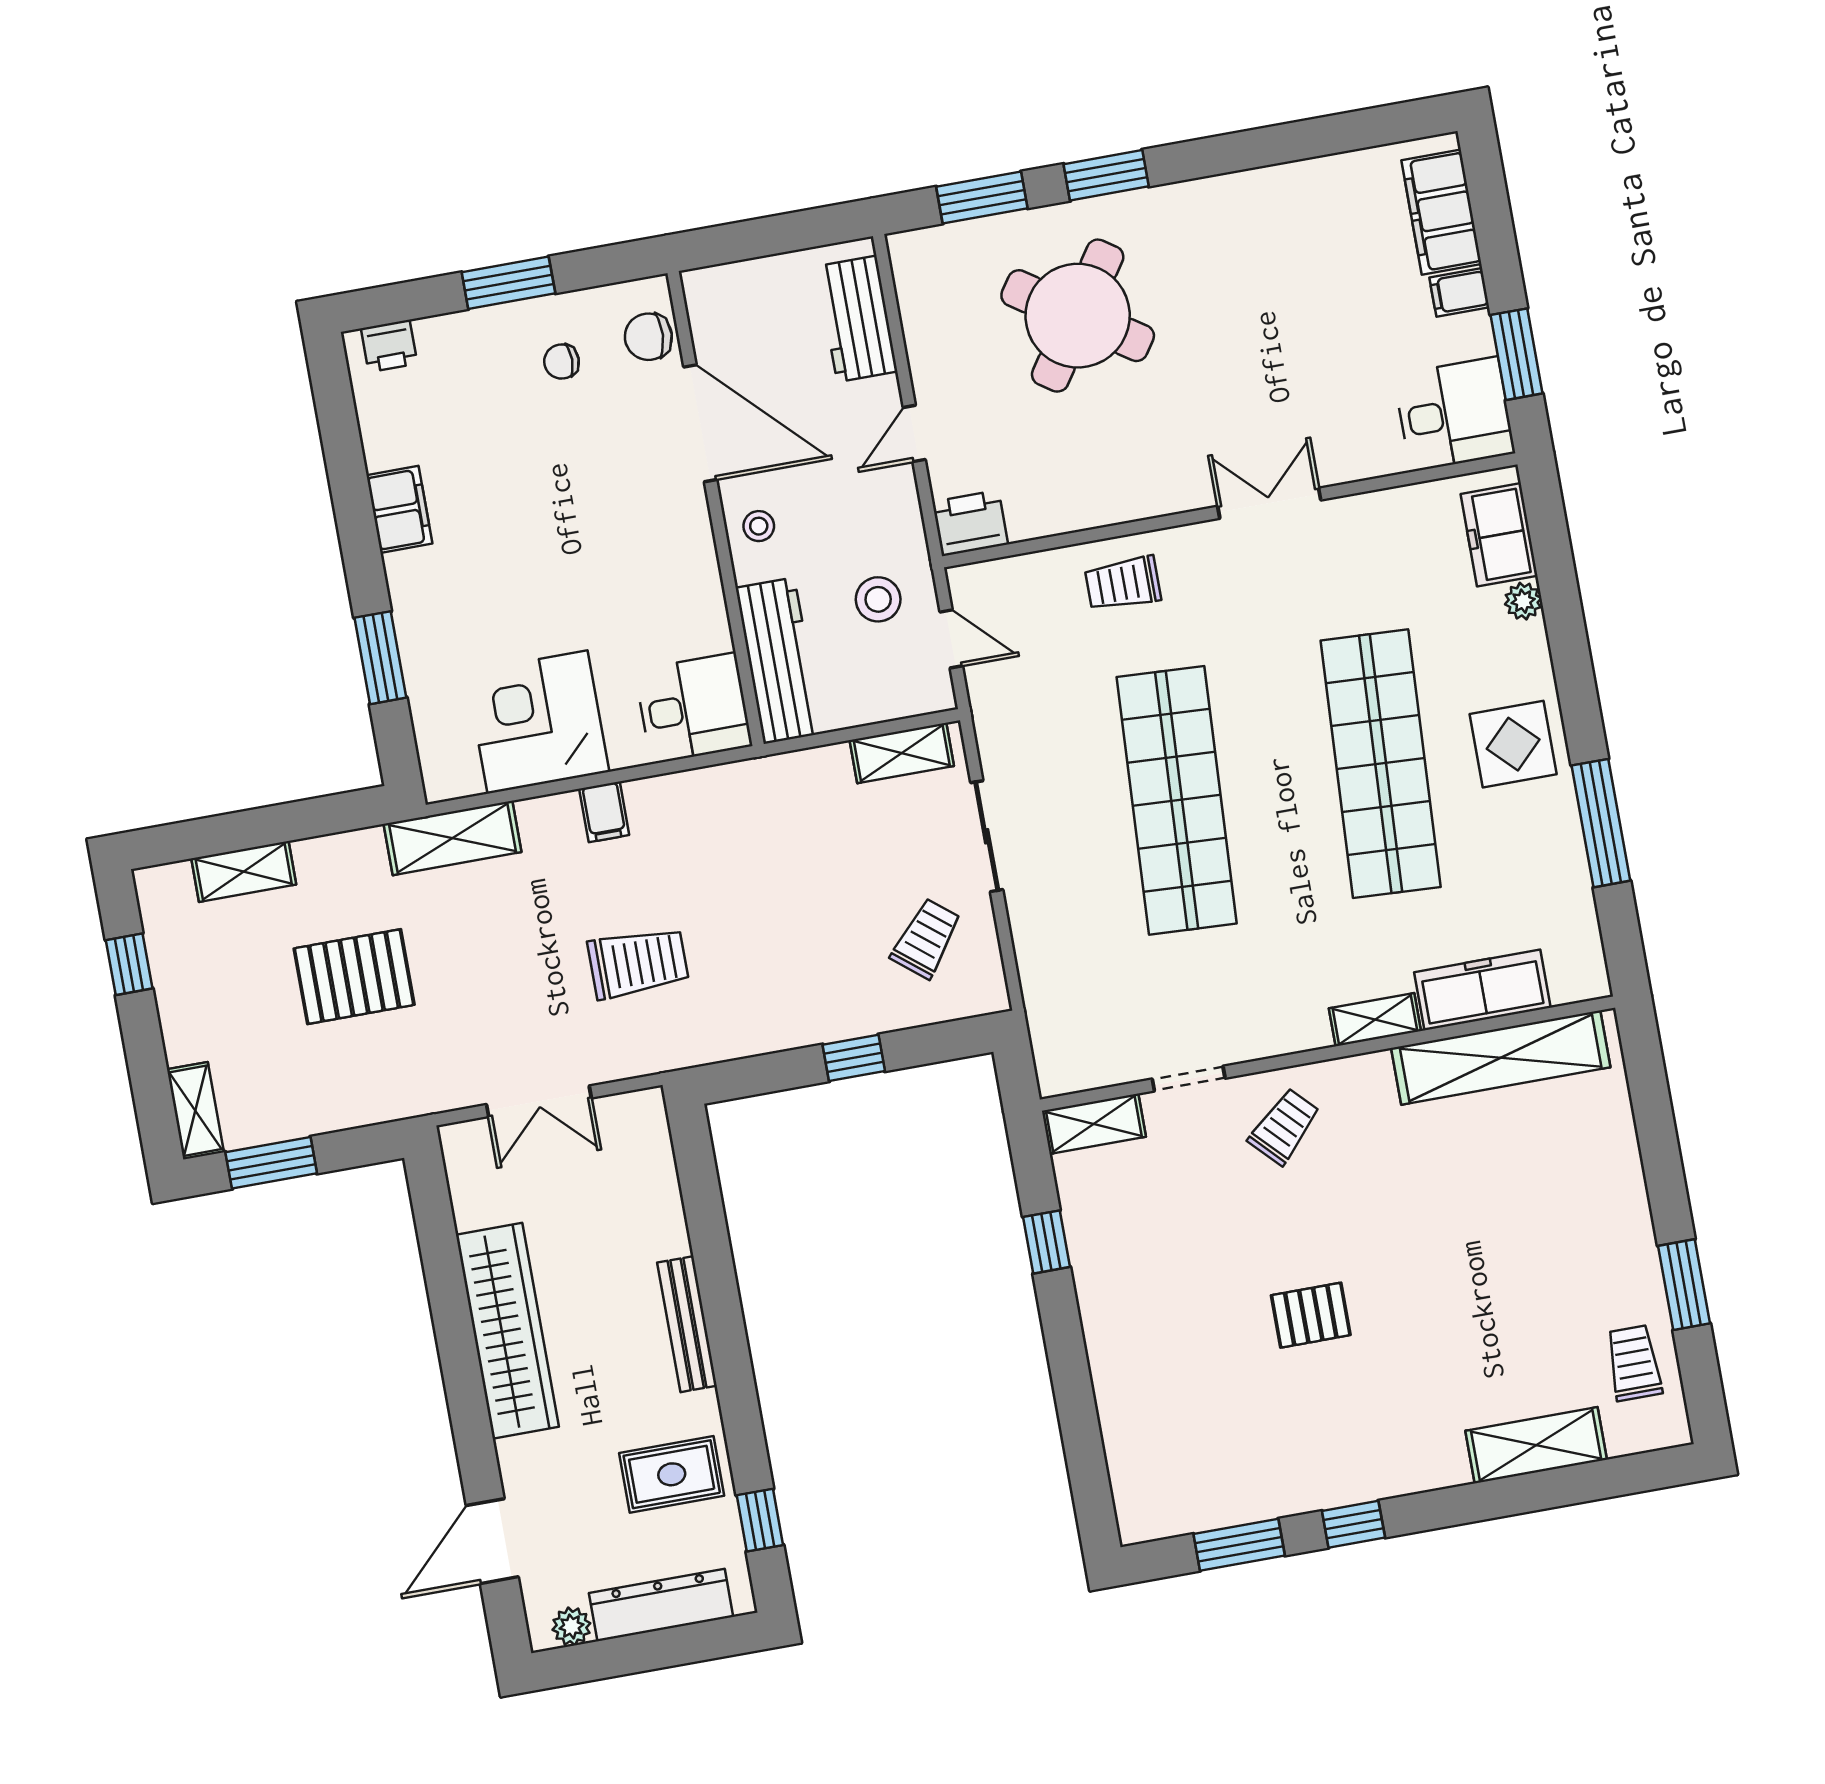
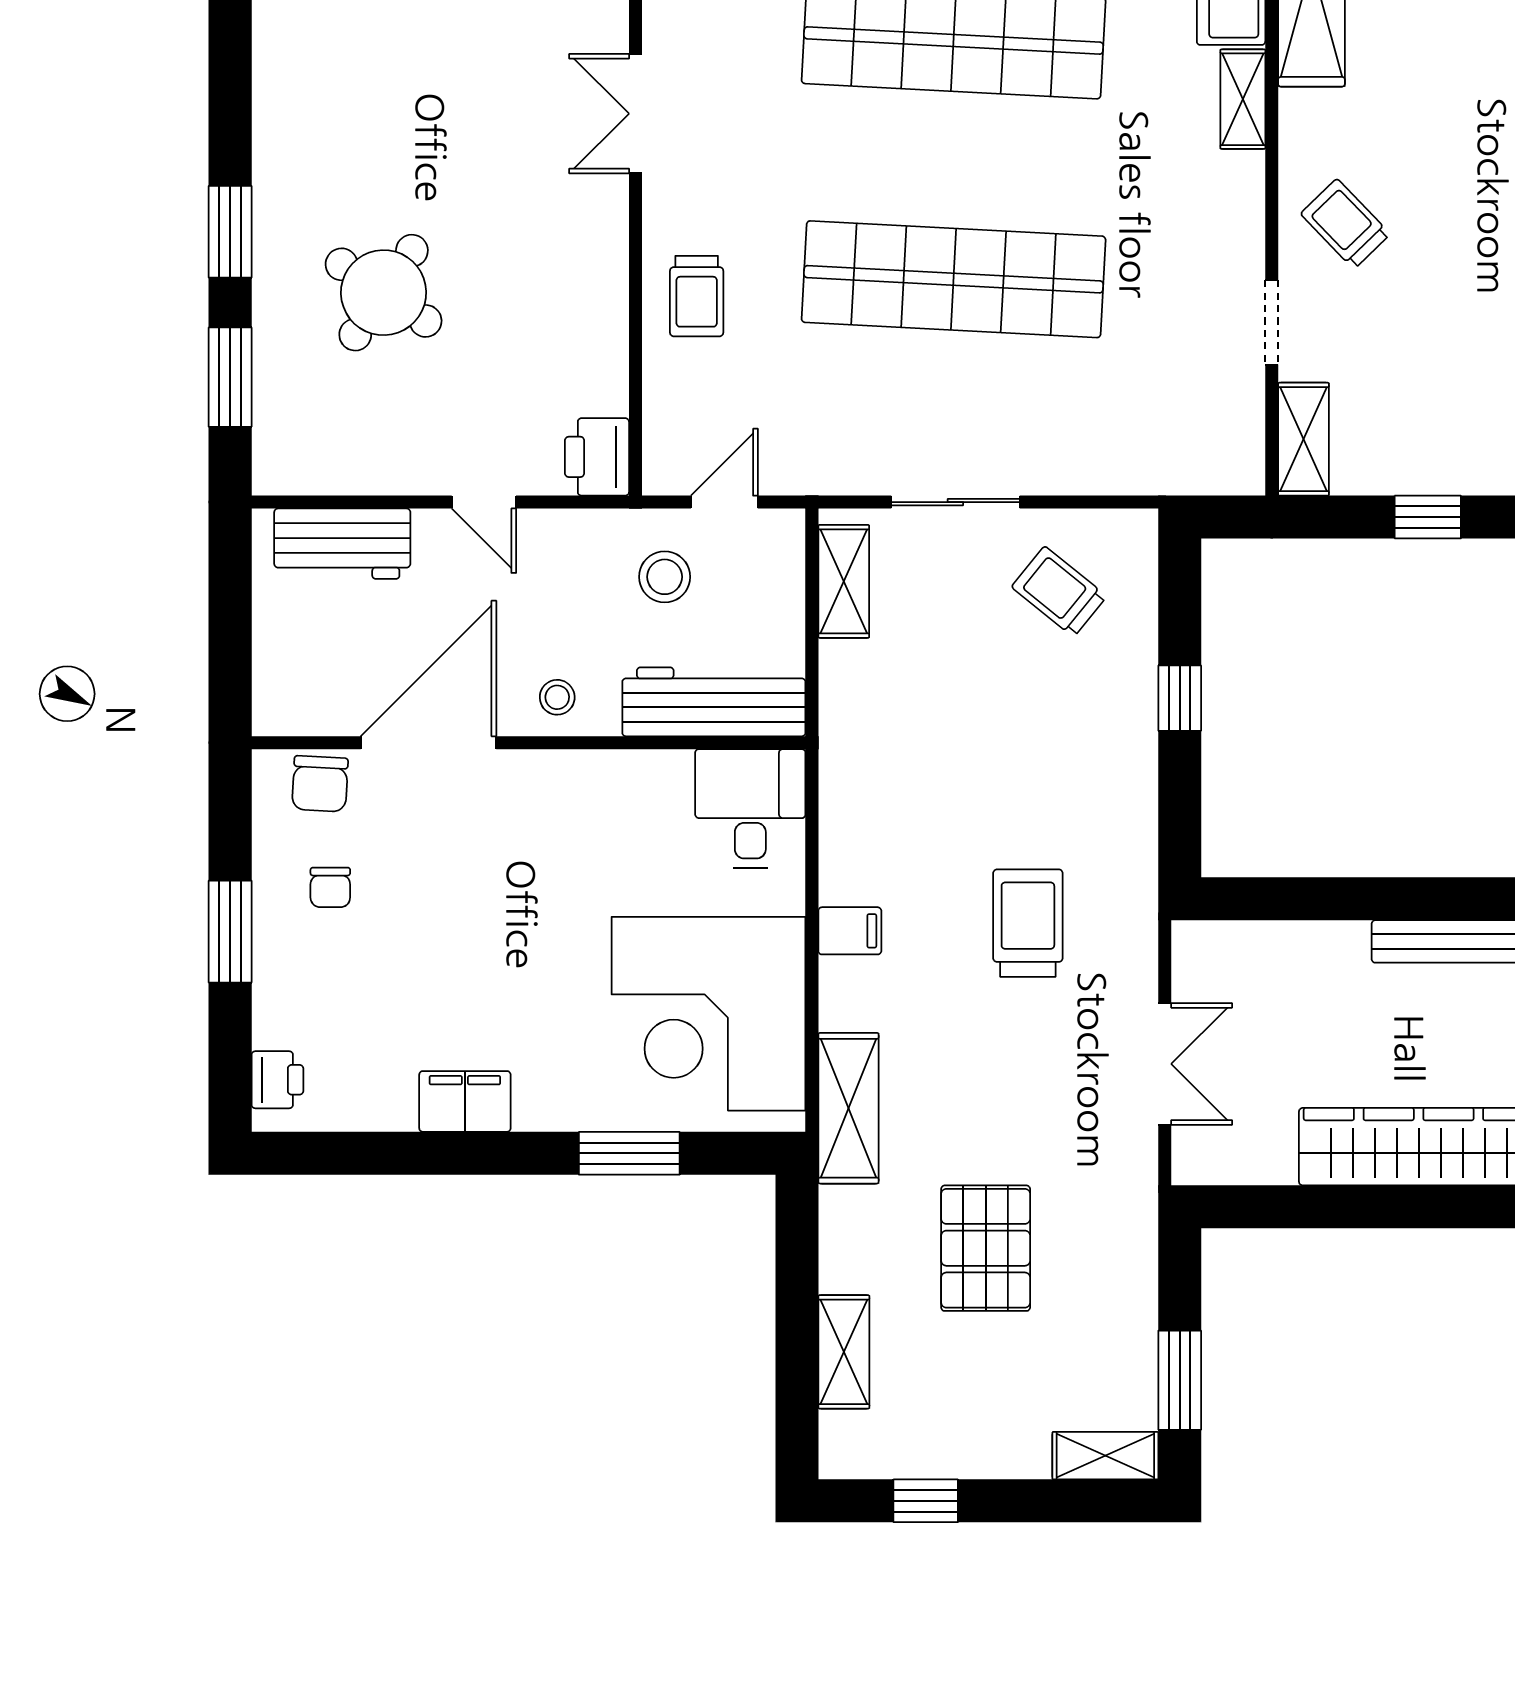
round table: (1078, 316) -> (384, 293), width x0.73, depth x0.73
corner desk: (538, 722) -> (709, 1014), width x1.36, depth x1.36

